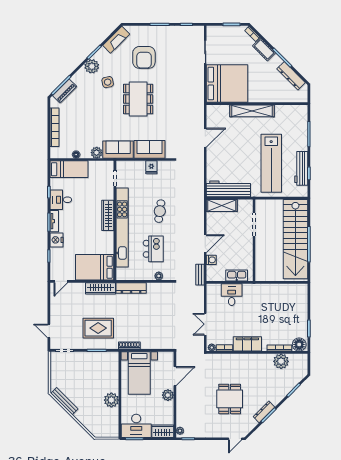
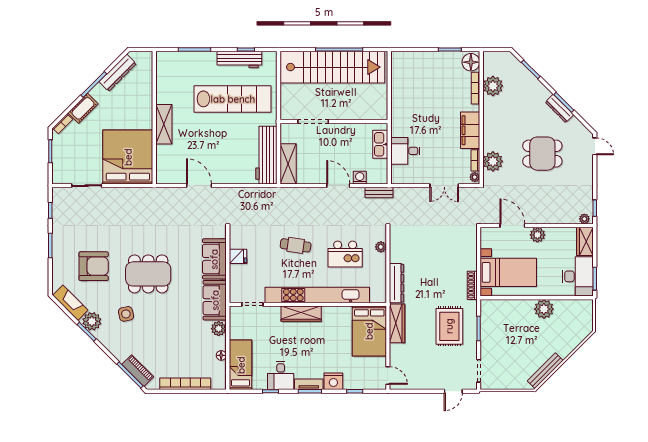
plant: (92, 66) -> (92, 321), moved
shelving: (252, 111) -> (164, 124), width x0.68
kitchen island: (153, 249) -> (345, 254), turned 180
plant: (224, 361) -> (493, 161), added

